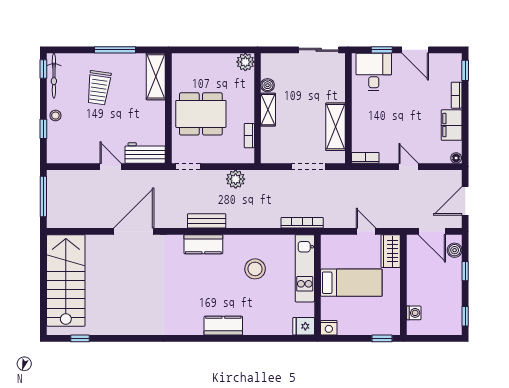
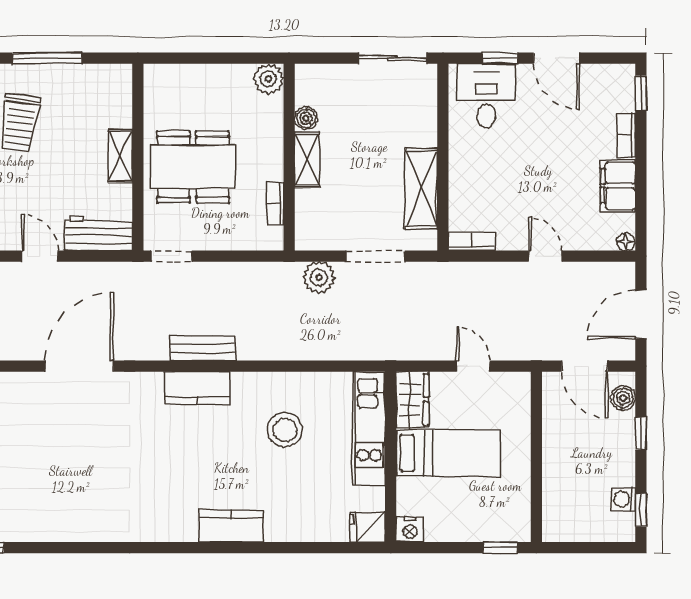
shelving: (156, 76) -> (120, 156), moved, width x0.67, depth x0.75
plant: (236, 179) -> (319, 278), moved
bookcase: (302, 223) -> (365, 351), removed
wardrobe: (391, 251) -> (412, 400), moved, turned 180
washing machine: (414, 313) -> (623, 499), moved, turned 180

